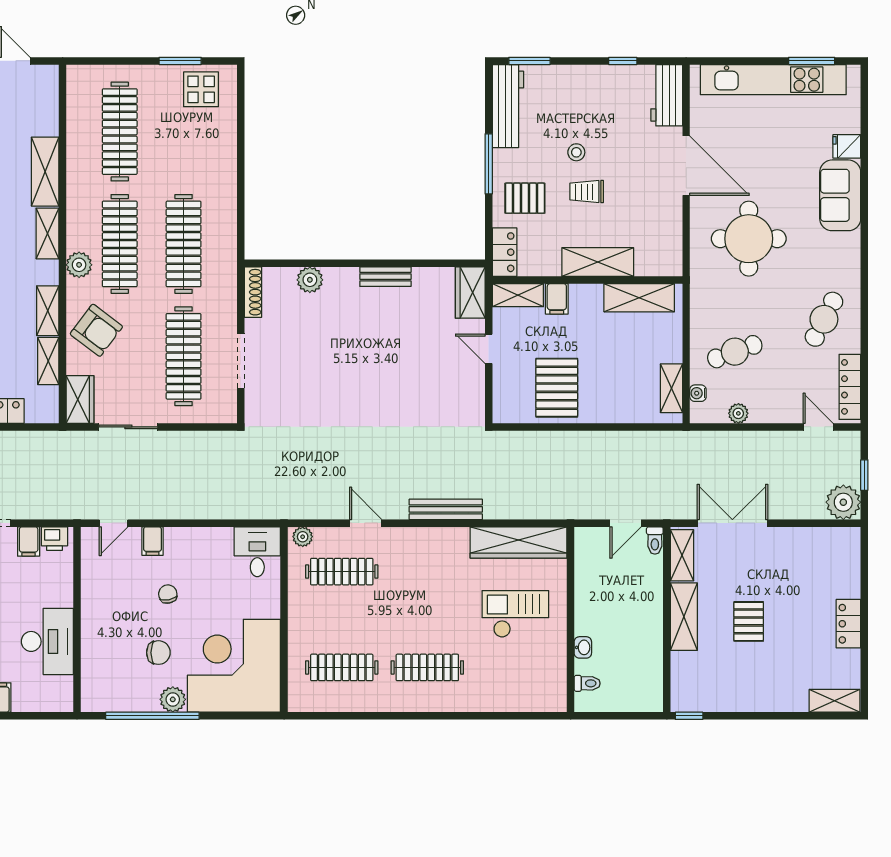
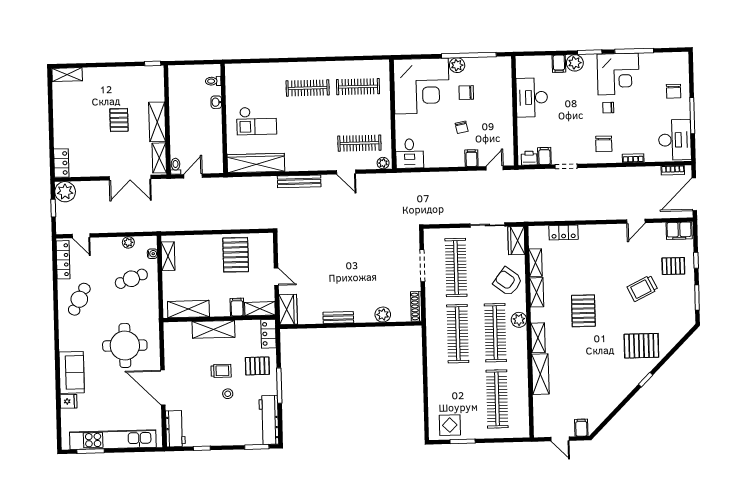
locker: (848, 624) -> (61, 163), moved

